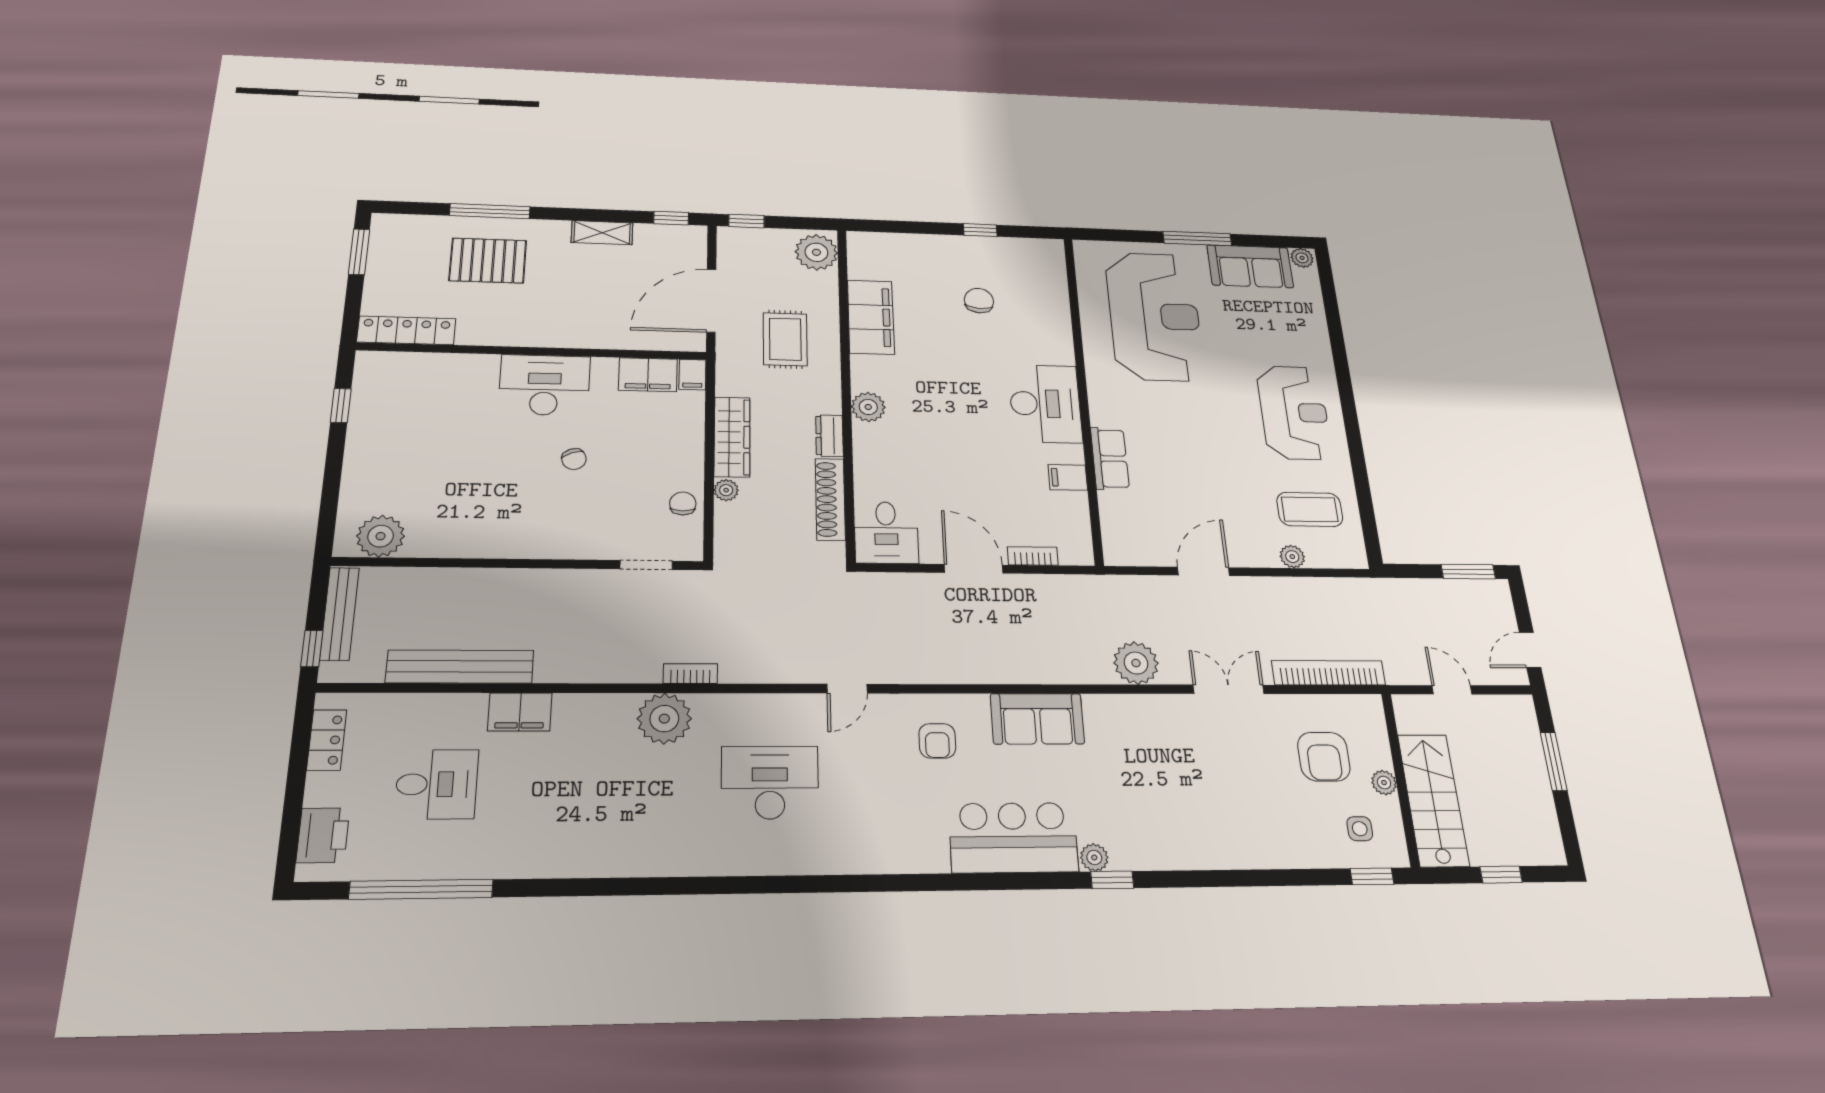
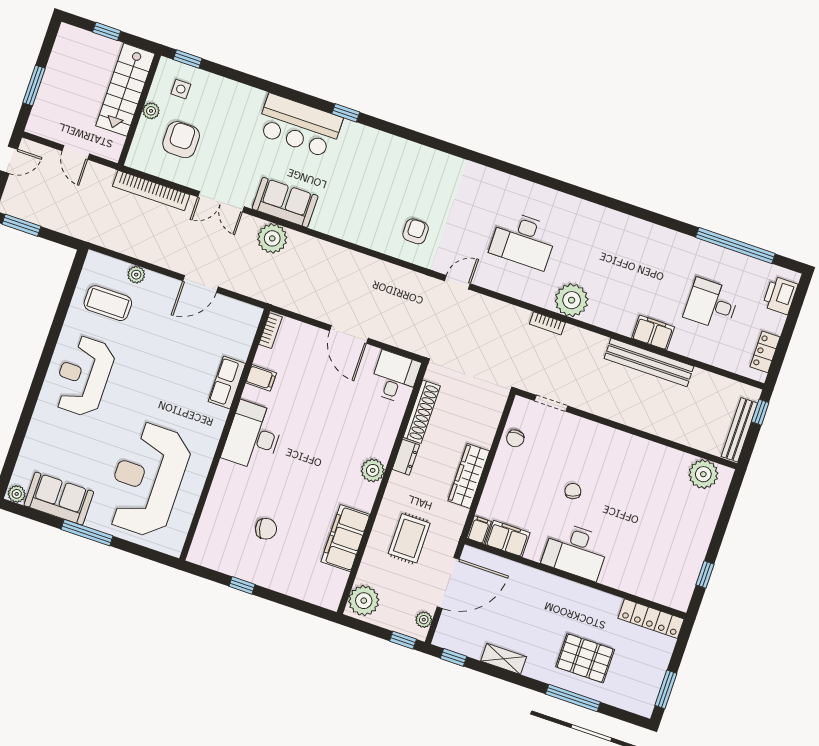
chair: (979, 301) -> (266, 529), turned -109
plant: (726, 490) -> (424, 620), moved
bookcase: (1033, 556) -> (271, 331), moved, turned -90
bench: (460, 667) -> (649, 362), moved
sofa: (1037, 719) -> (285, 202), moved
bar counter: (1013, 838) -> (299, 126), moved
plant: (1094, 857) -> (351, 129), removed

